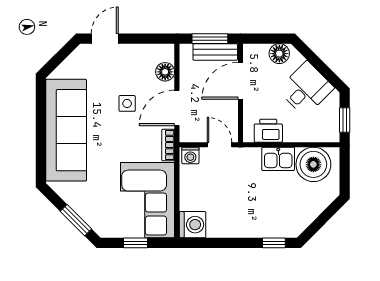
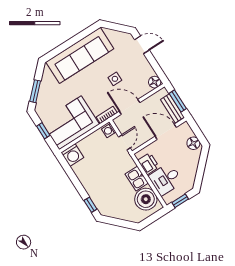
floor lamp: (165, 72) -> (155, 82), moved
desk: (306, 89) -> (166, 179), moved, turned 135

